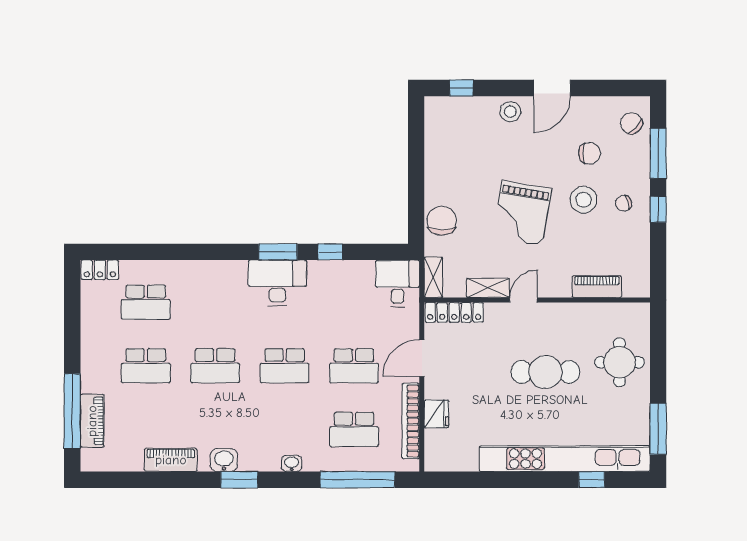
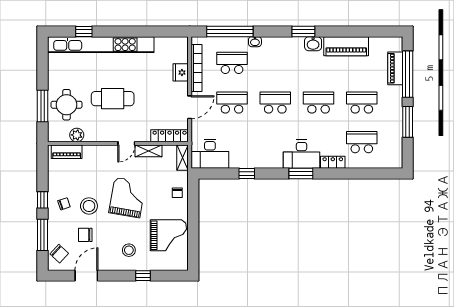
window: (461, 88) -> (143, 276), moved
door: (552, 88) -> (86, 276), moved
stool: (510, 112) -> (129, 250), moved
grand piano: (456, 153) -> (168, 235), added
chair: (442, 221) -> (177, 193), width x0.54, depth x0.54
window: (278, 252) -> (301, 173), moved
locker: (100, 270) -> (333, 162), moved
desk: (277, 283) -> (301, 154), moved
desk: (398, 284) -> (210, 154), width x1.37
piano: (597, 287) -> (67, 152), moved
plant: (603, 314) -> (77, 135), added
window: (72, 335) -> (408, 122), added
window: (658, 429) -> (42, 106), moved
piano: (171, 460) -> (346, 46), width x1.37, depth x1.33
washbasin: (292, 463) -> (255, 42), moved

